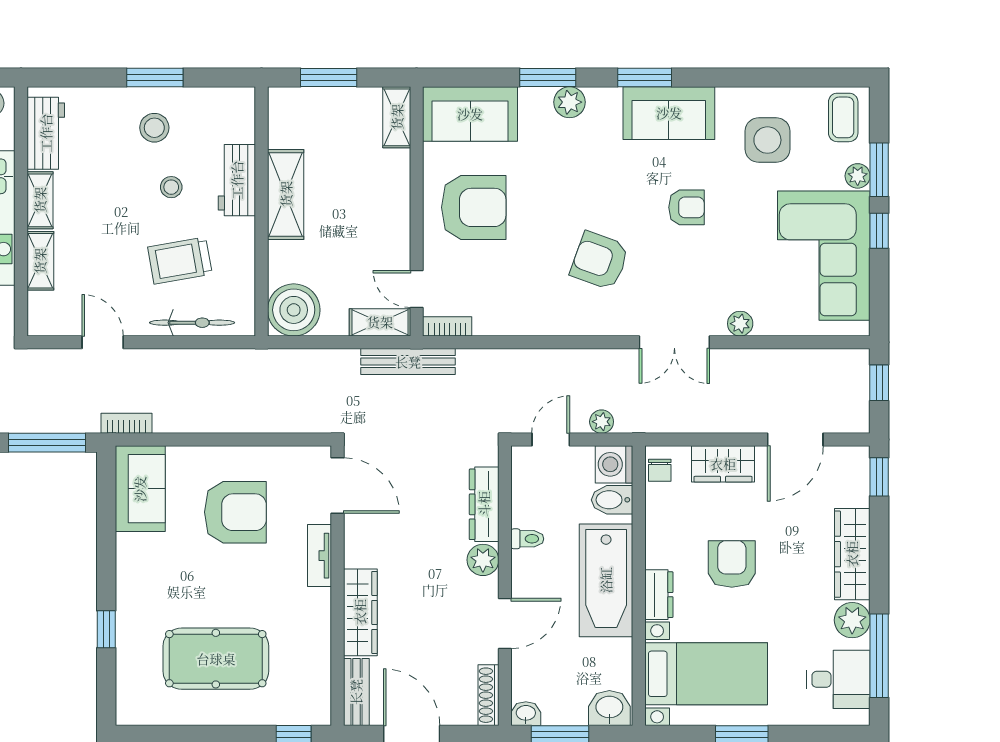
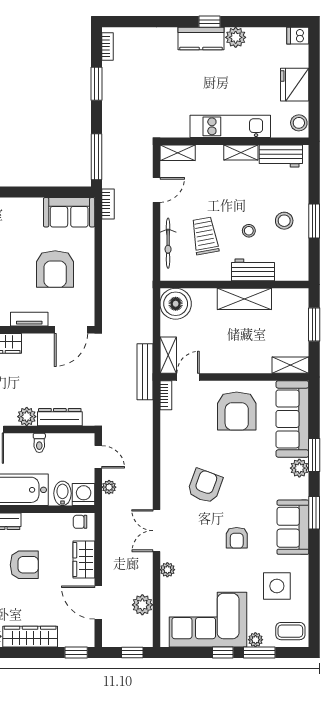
sofa: (470, 114) -> (292, 419), width x1.36
shelving: (40, 261) -> (178, 153), moved
plant: (799, 366) -> (142, 605), added

